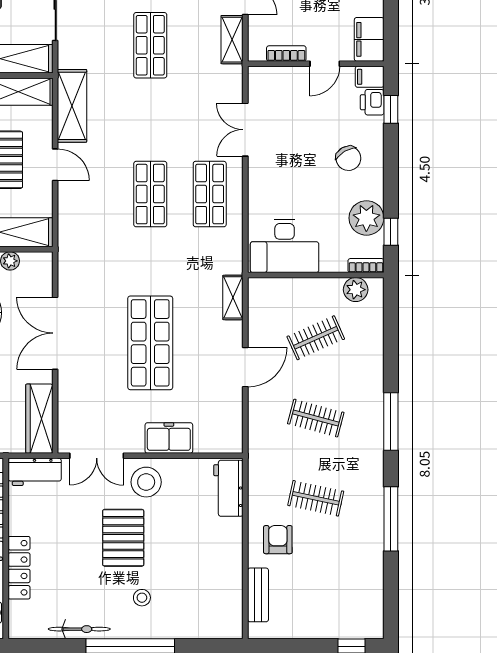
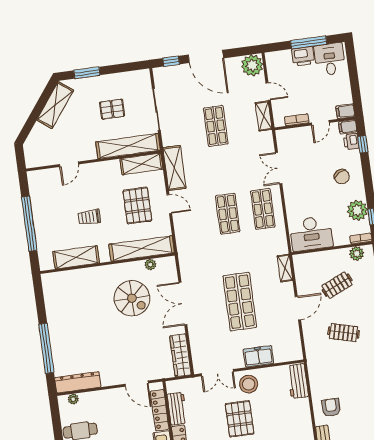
filing cabinet: (369, 39) -> (345, 111), width x0.50
workbench: (35, 472) -> (177, 409), moved, turned -90
clothes rail: (316, 498) -> (350, 380), removed

